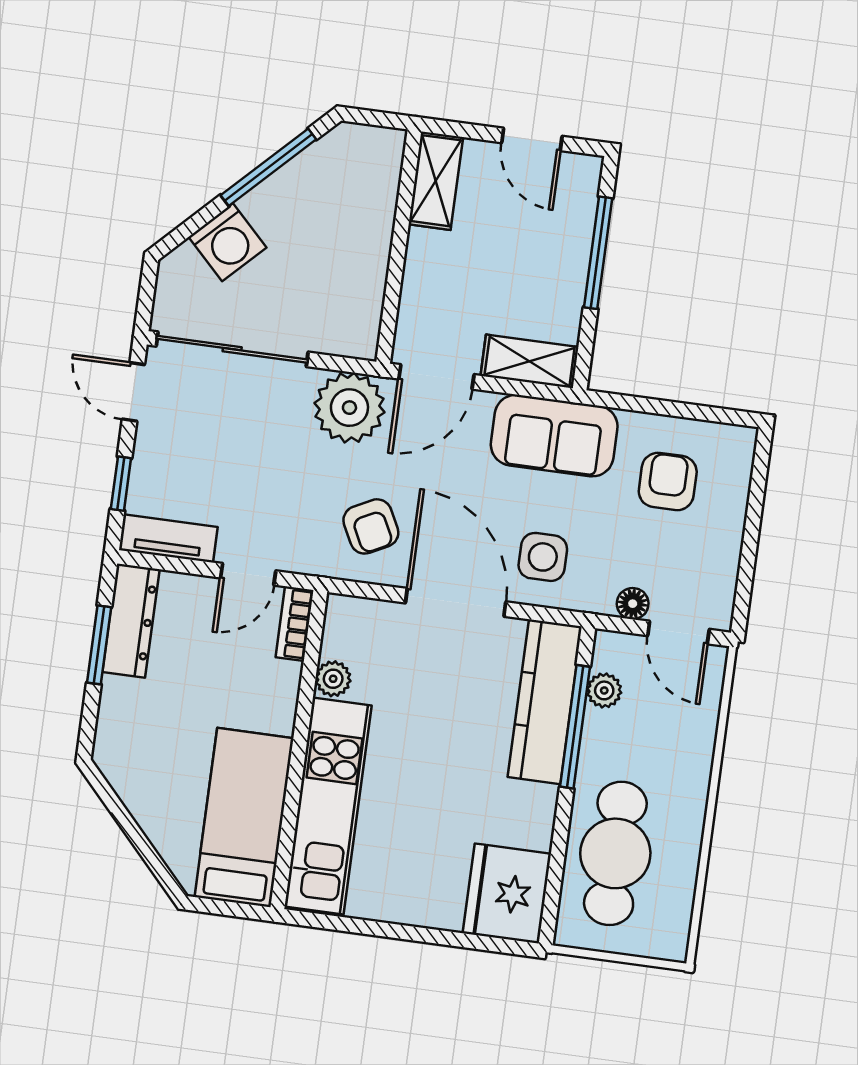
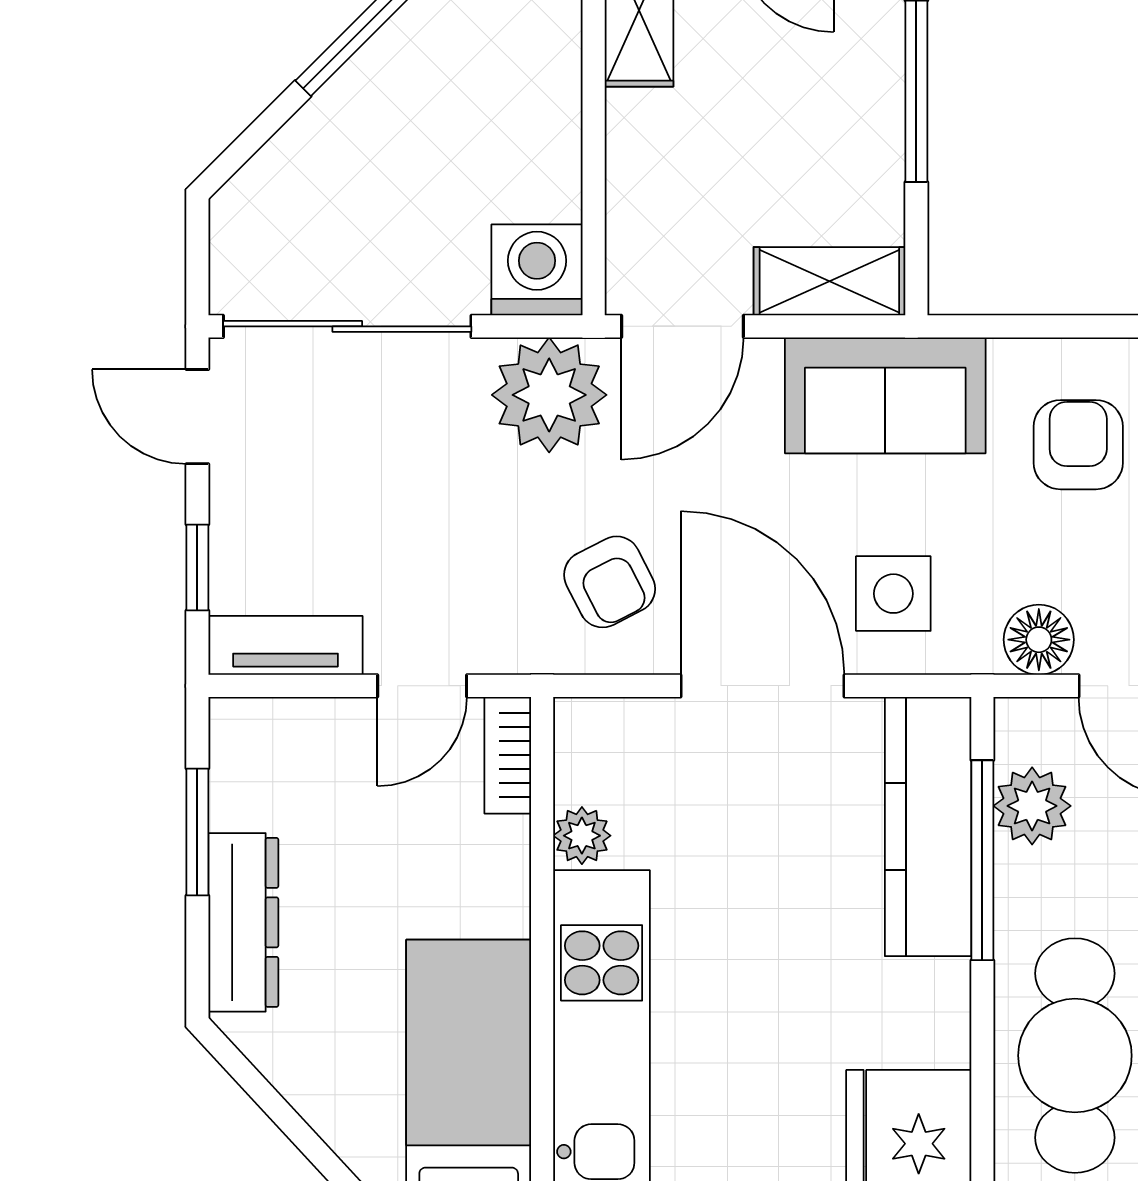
washing machine: (227, 242) -> (537, 270), moved, turned -135
floor lamp: (633, 604) -> (1039, 640), width x1.37, depth x1.37
dresser: (131, 621) -> (243, 922), moved
plant: (604, 690) -> (1032, 806), width x1.38, depth x1.38

